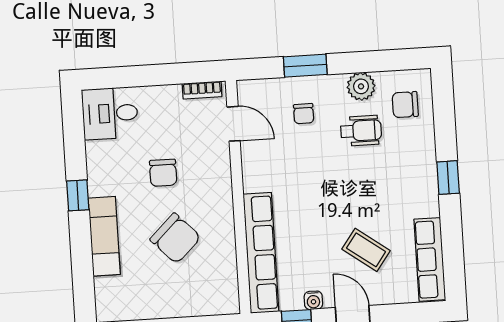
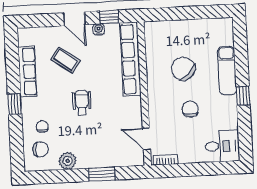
chair: (304, 114) -> (42, 127), moved
wheelchair: (361, 131) -> (82, 103), moved, turned 90
row of seats: (430, 259) -> (27, 71), moved

